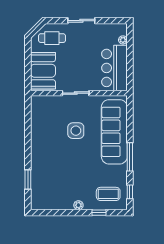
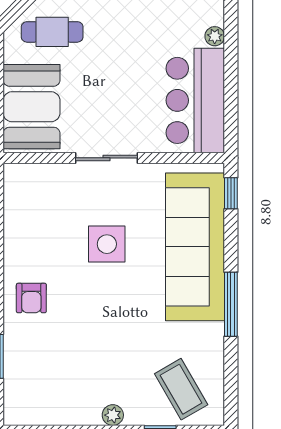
armchair: (43, 154) -> (31, 298), added
window: (130, 192) -> (231, 193), moved
coffee table: (108, 194) -> (181, 389), turned 60

